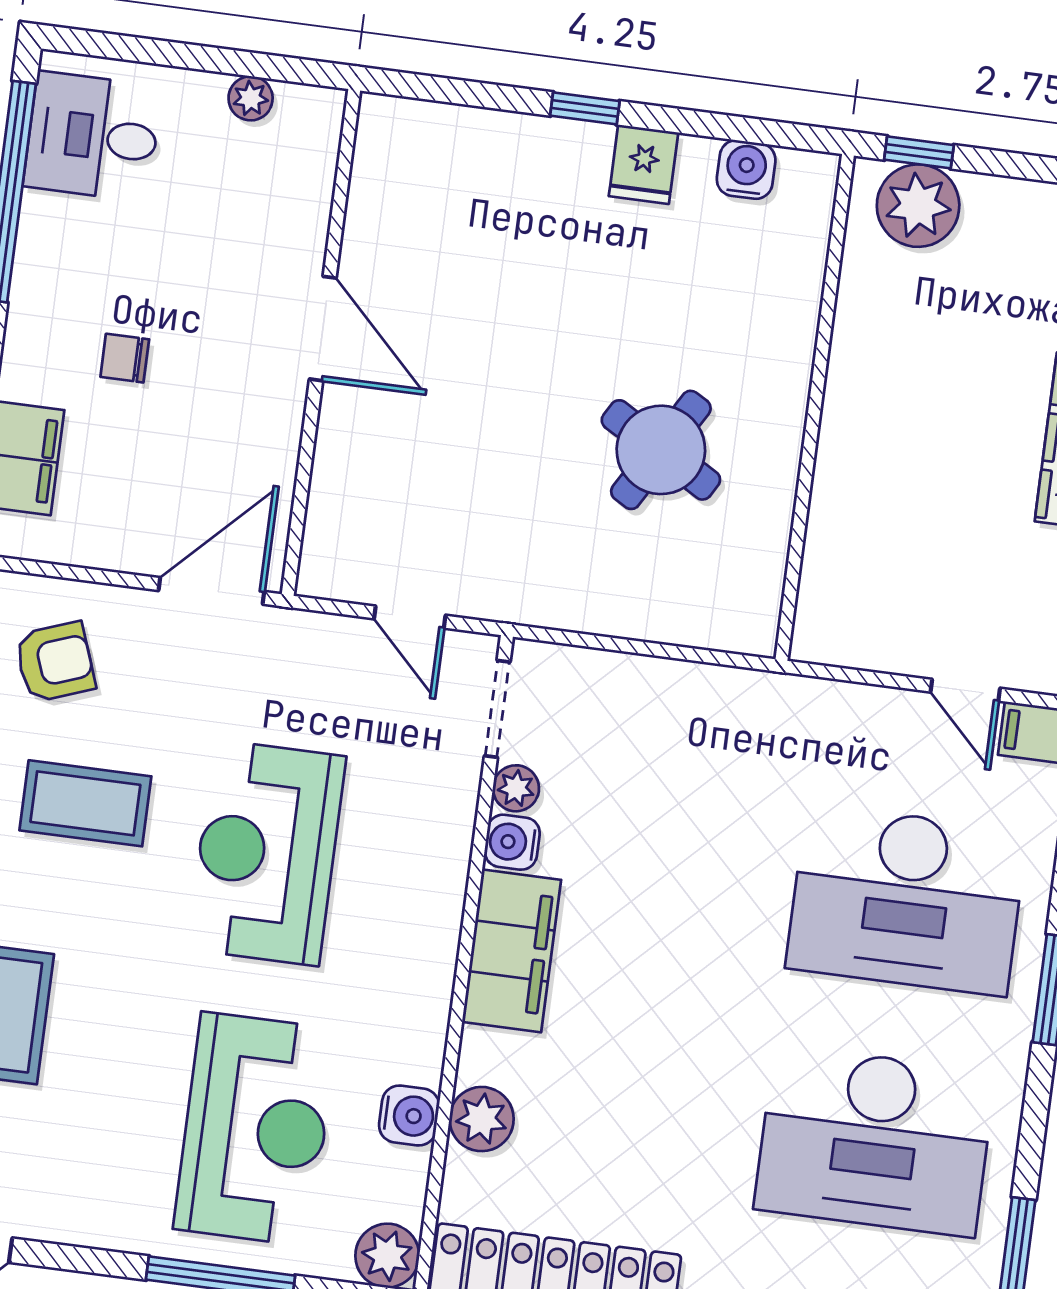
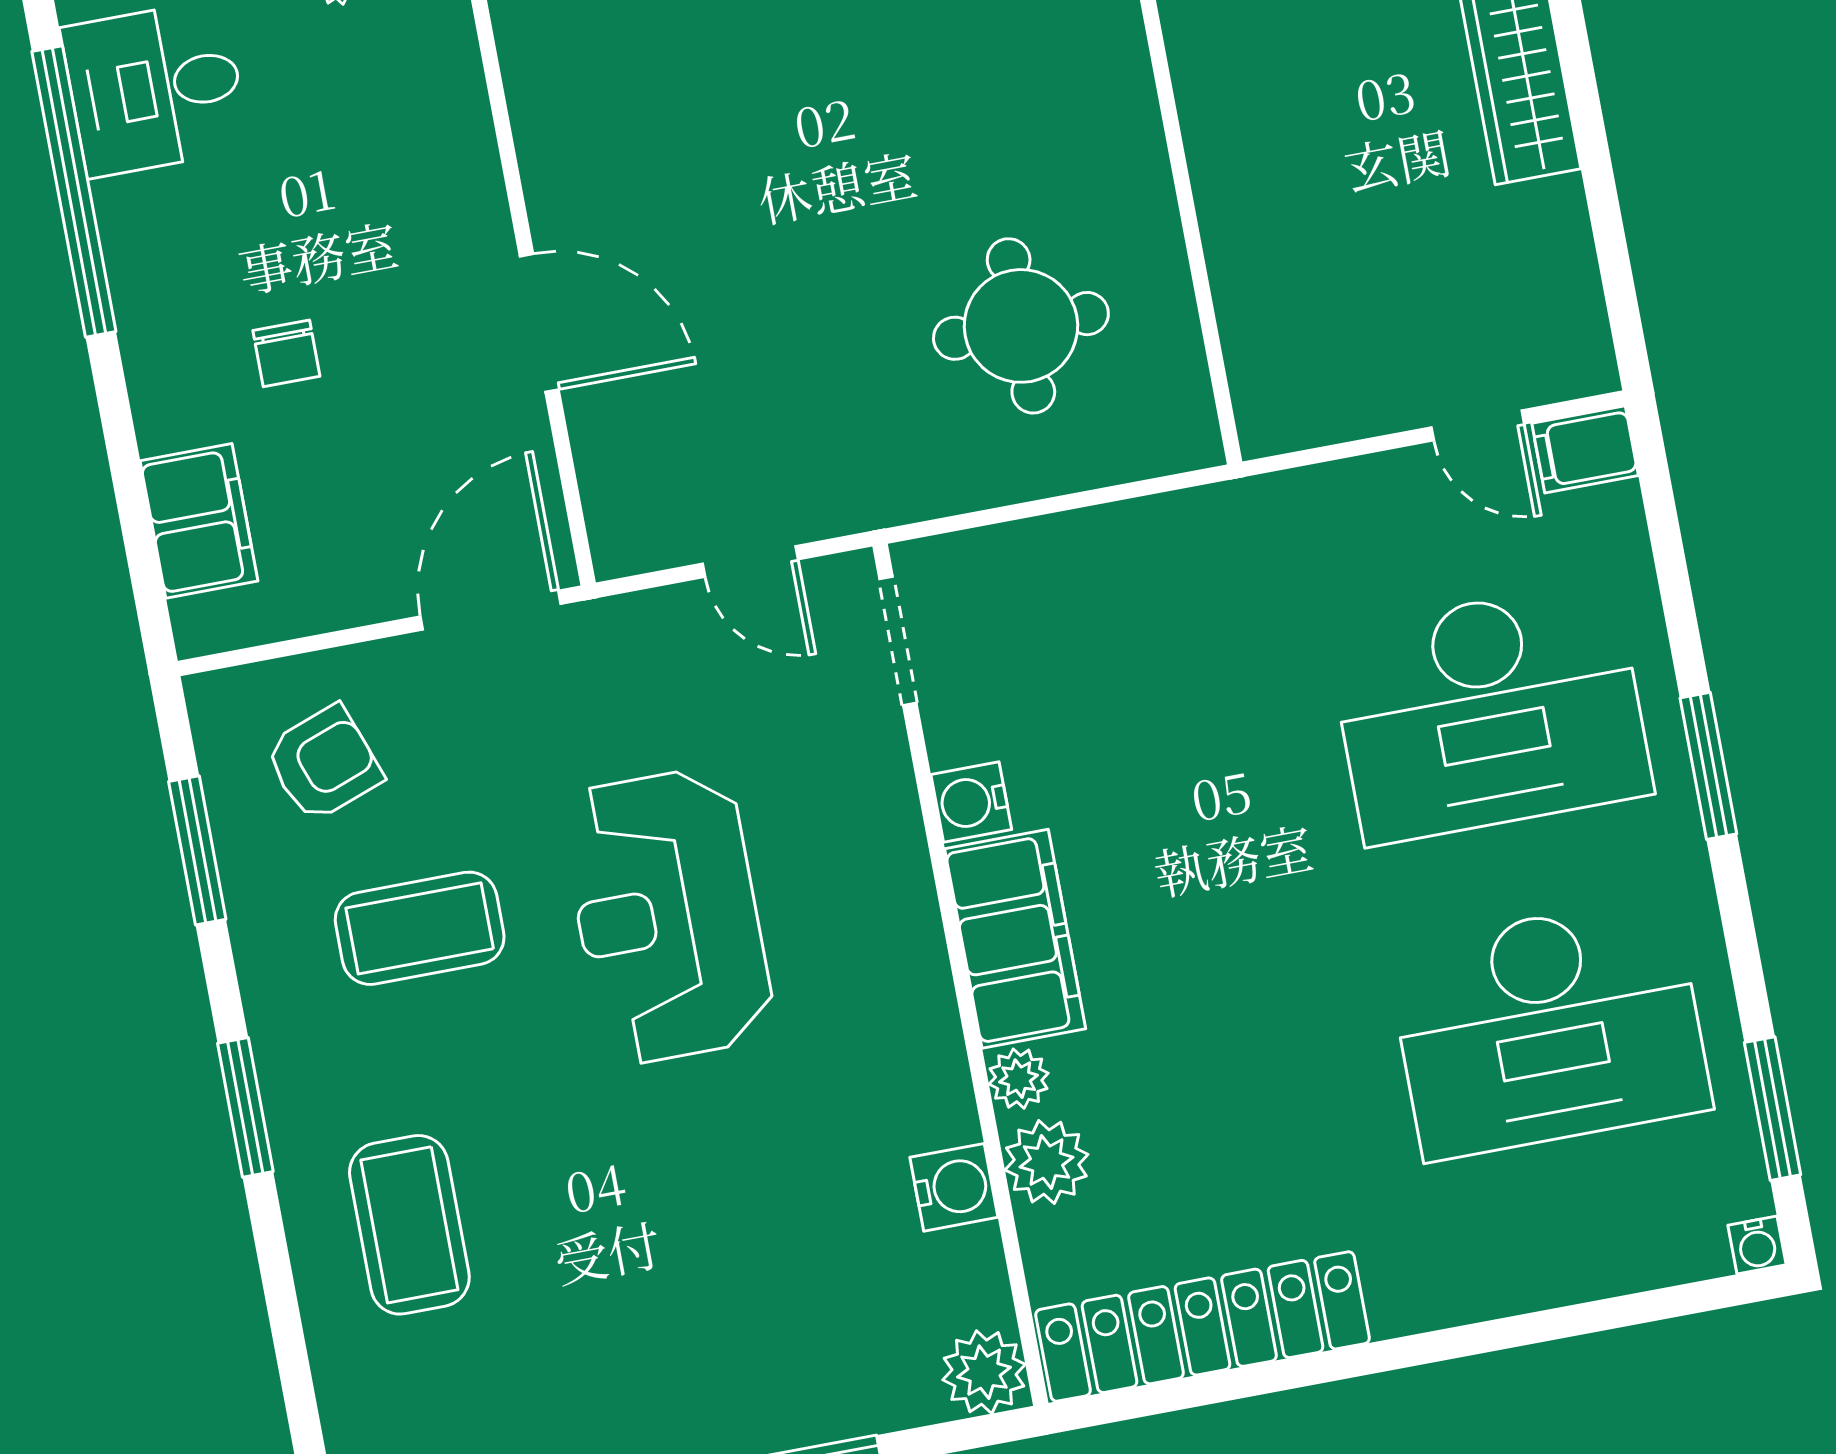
door: (323, 329) -> (539, 323), moved
chair: (125, 358) -> (286, 353), turned -90
round table: (661, 450) -> (1021, 326), moved, turned -30
plant: (516, 788) -> (1019, 1079), moved
reception desk: (255, 1129) -> (767, 1267), removed

